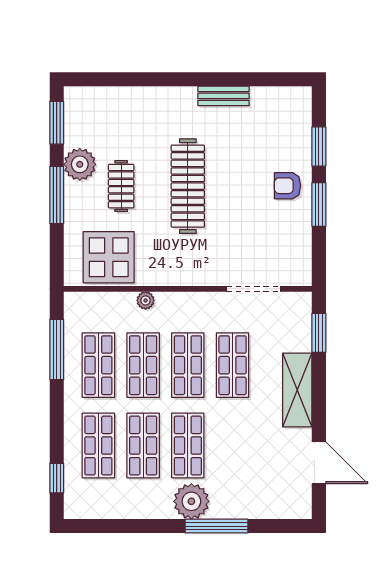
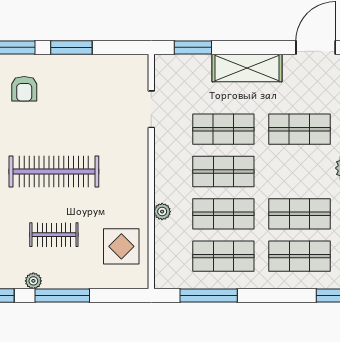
plant: (80, 164) -> (33, 281), width x0.53, depth x0.53
armchair: (287, 186) -> (24, 89), moved
display table: (109, 257) -> (121, 246), width x0.73, depth x0.73
doorway: (254, 289) -> (151, 109), width x0.73
shop shelf: (188, 446) -> (299, 129), moved

